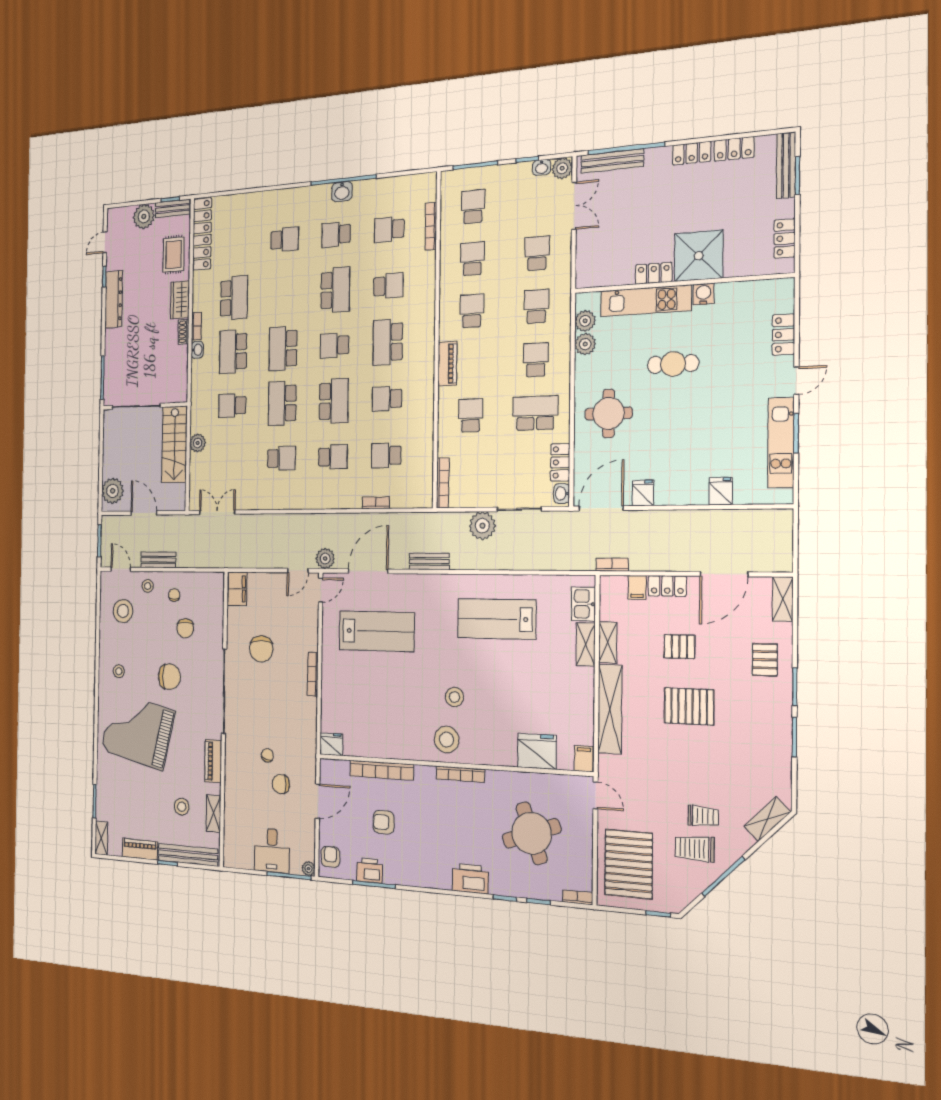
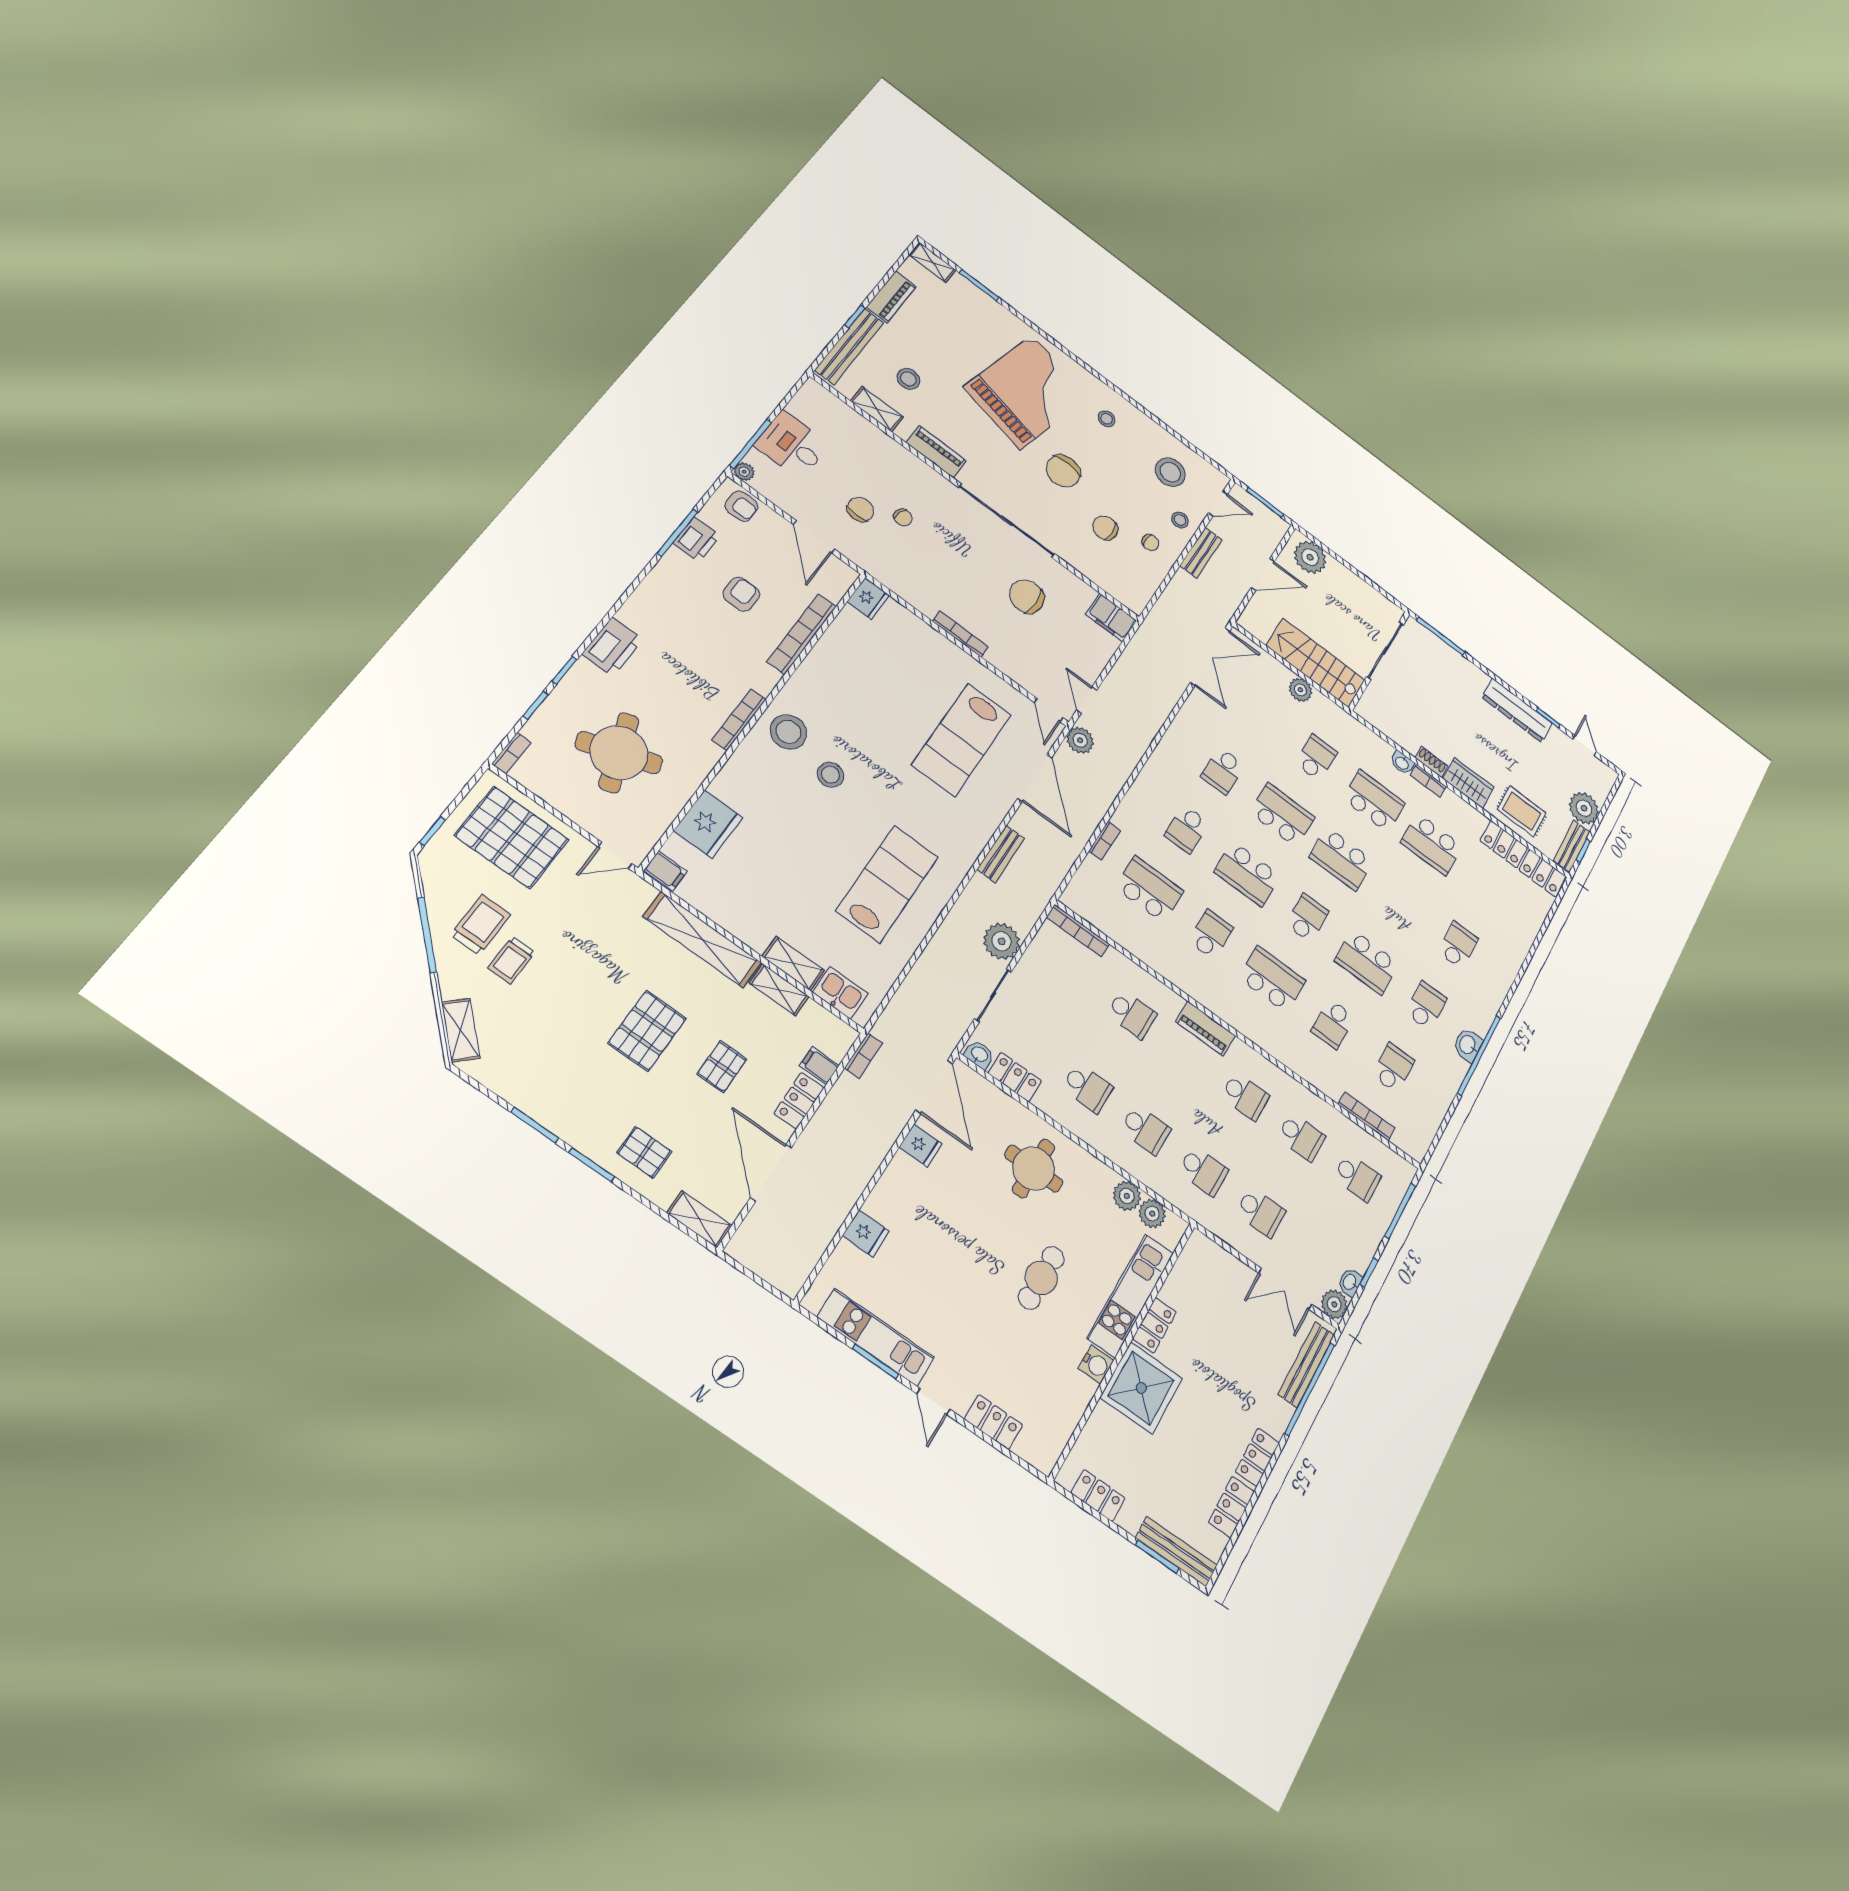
school desk: (285, 239) -> (1458, 945), turned 180
school desk: (283, 349) -> (1341, 859), turned 180
school desk: (535, 413) -> (1087, 1088), width x0.54
school desk: (386, 455) -> (1149, 889), width x1.85
double door: (217, 512) -> (1210, 657), width x1.37

